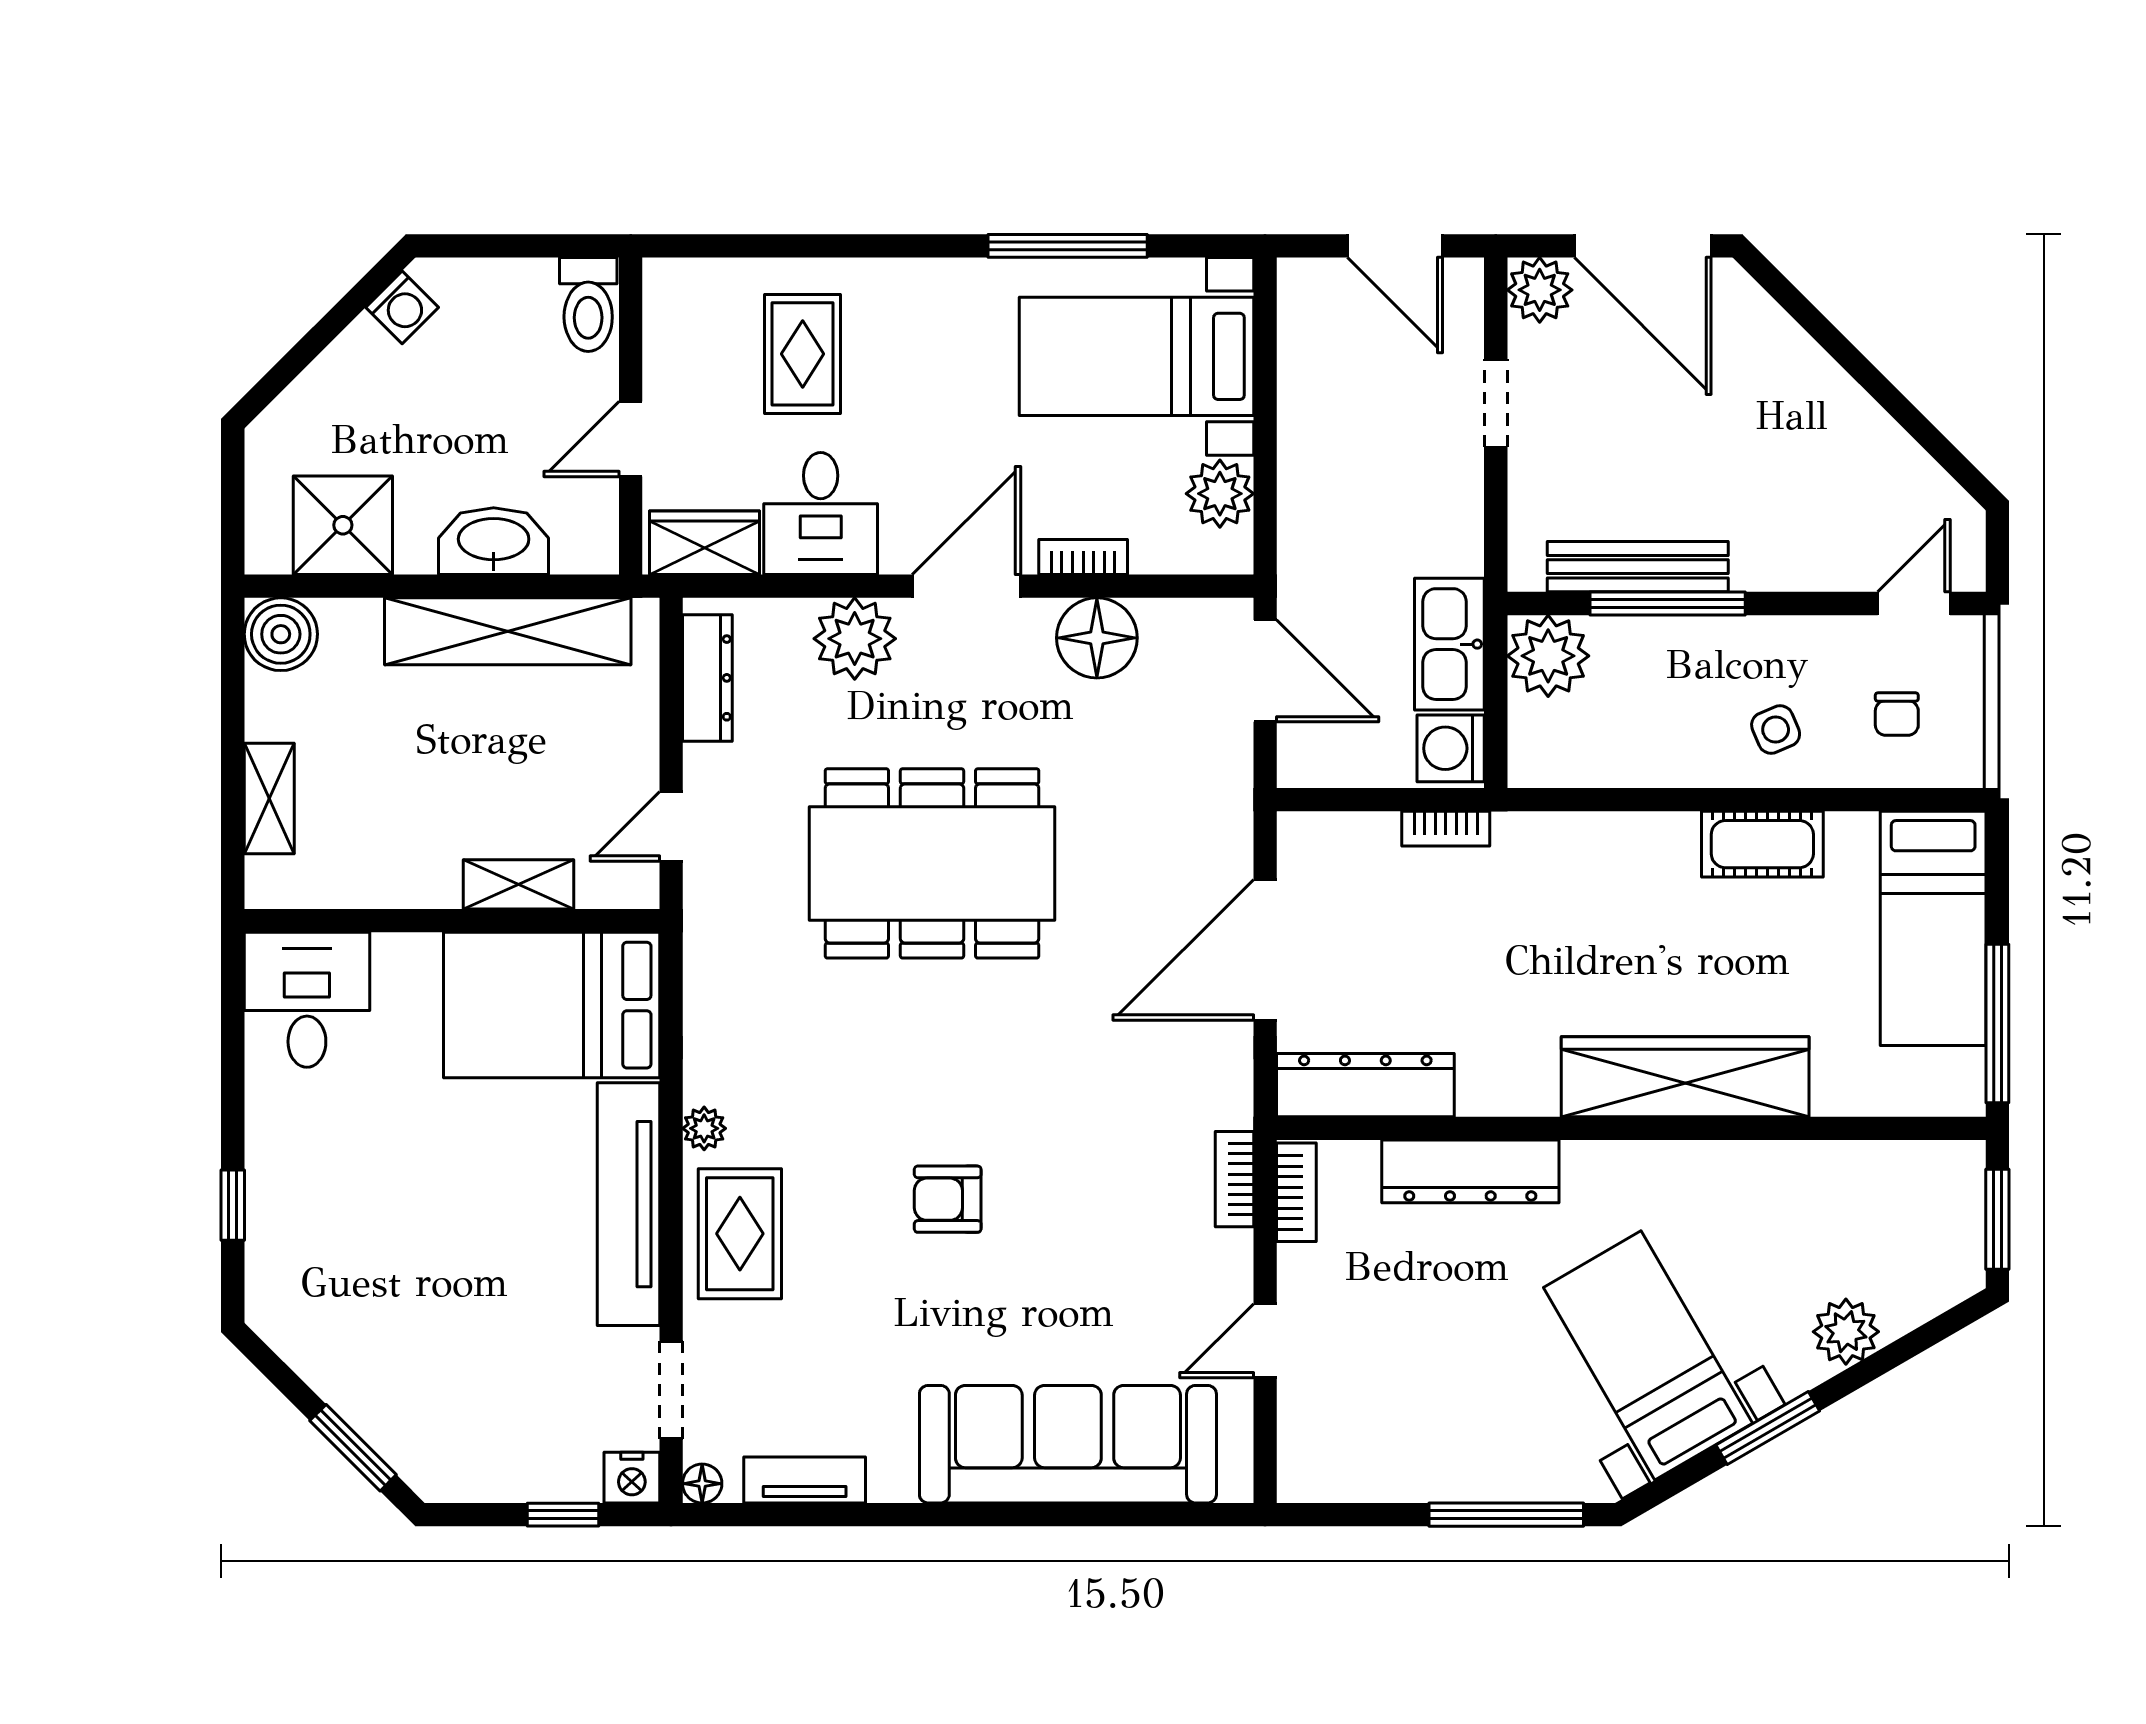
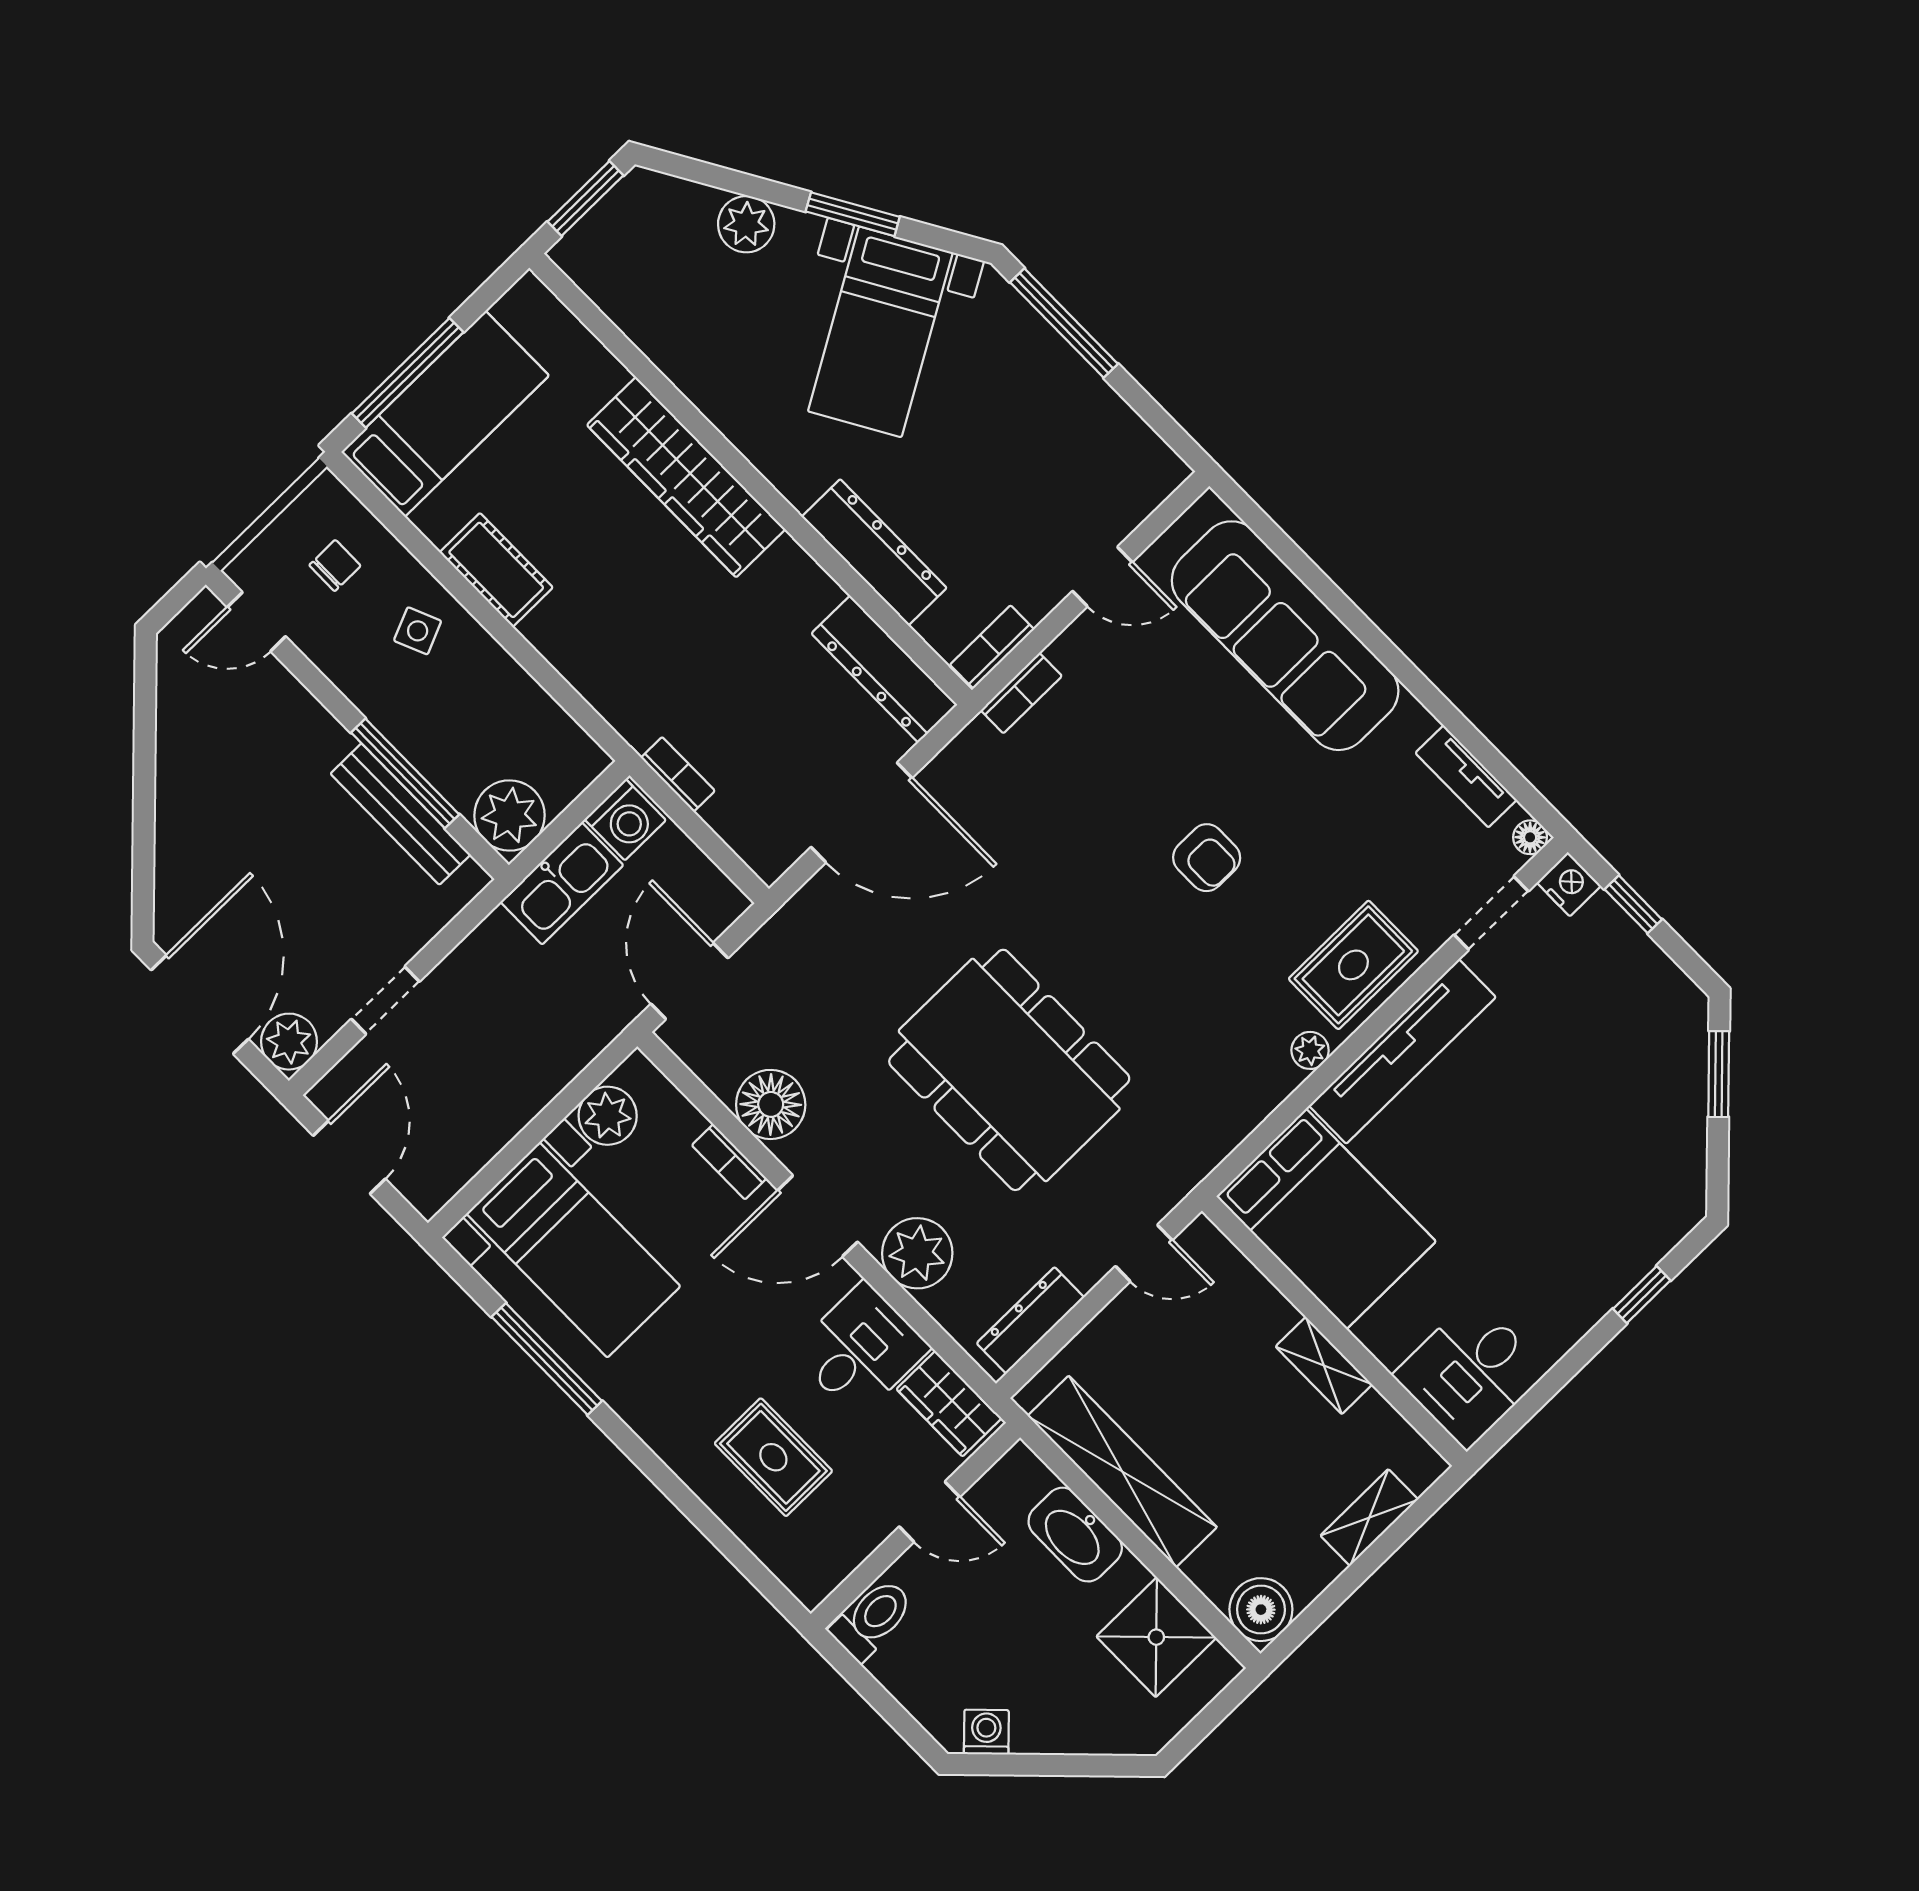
rug: (803, 354) -> (773, 1457), turned 90
shelving: (519, 884) -> (1324, 1365), moved
window: (1997, 1024) -> (408, 373), moved

